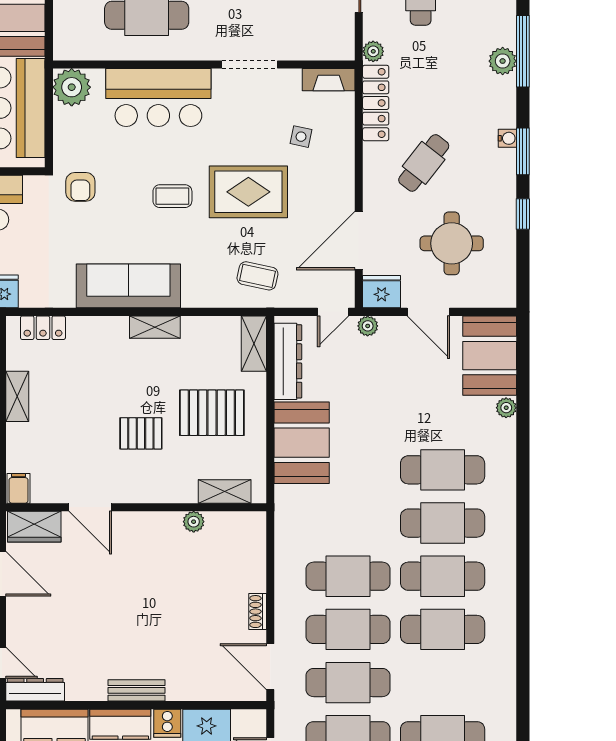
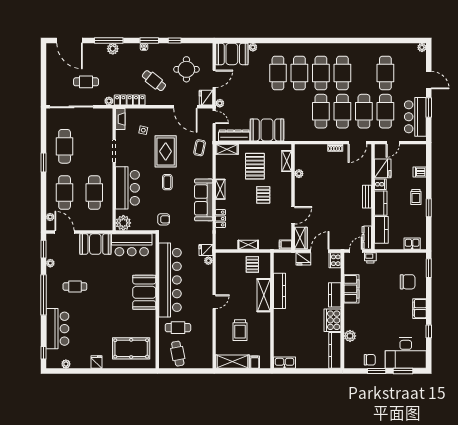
locker: (43, 328) -> (221, 219), moved

